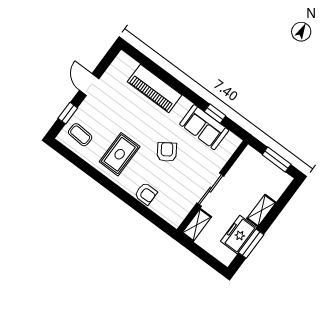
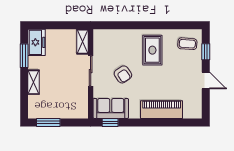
wall: (212, 187) -> (91, 74), moved
sliding door: (210, 190) -> (91, 71), moved
armchair: (146, 194) -> (116, 37), removed
shelving: (197, 225) -> (82, 42), moved
freezer: (239, 235) -> (37, 42), moved

